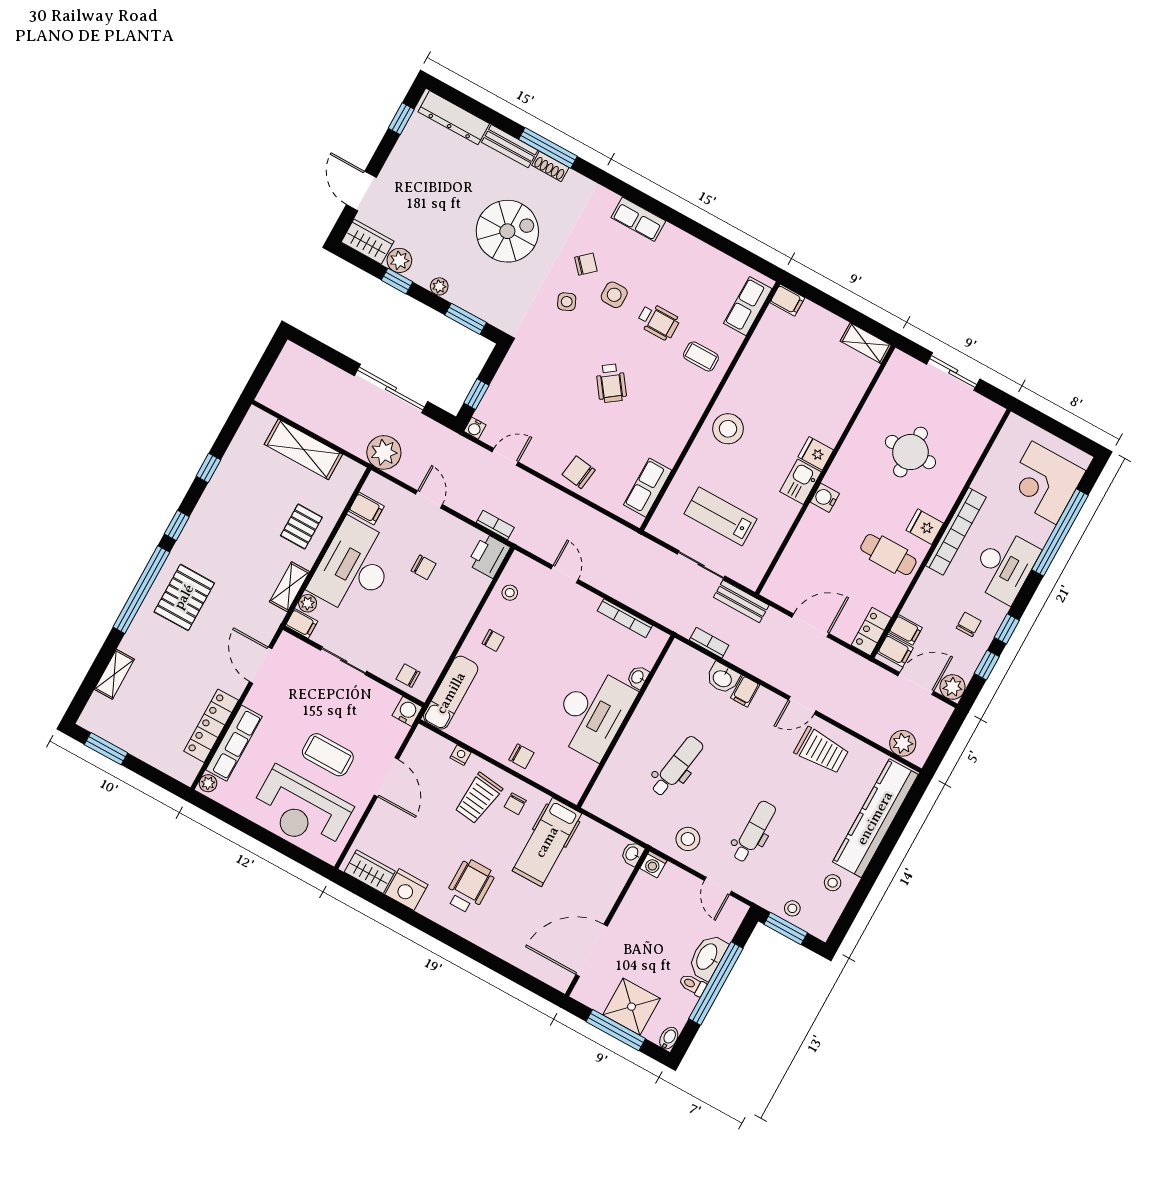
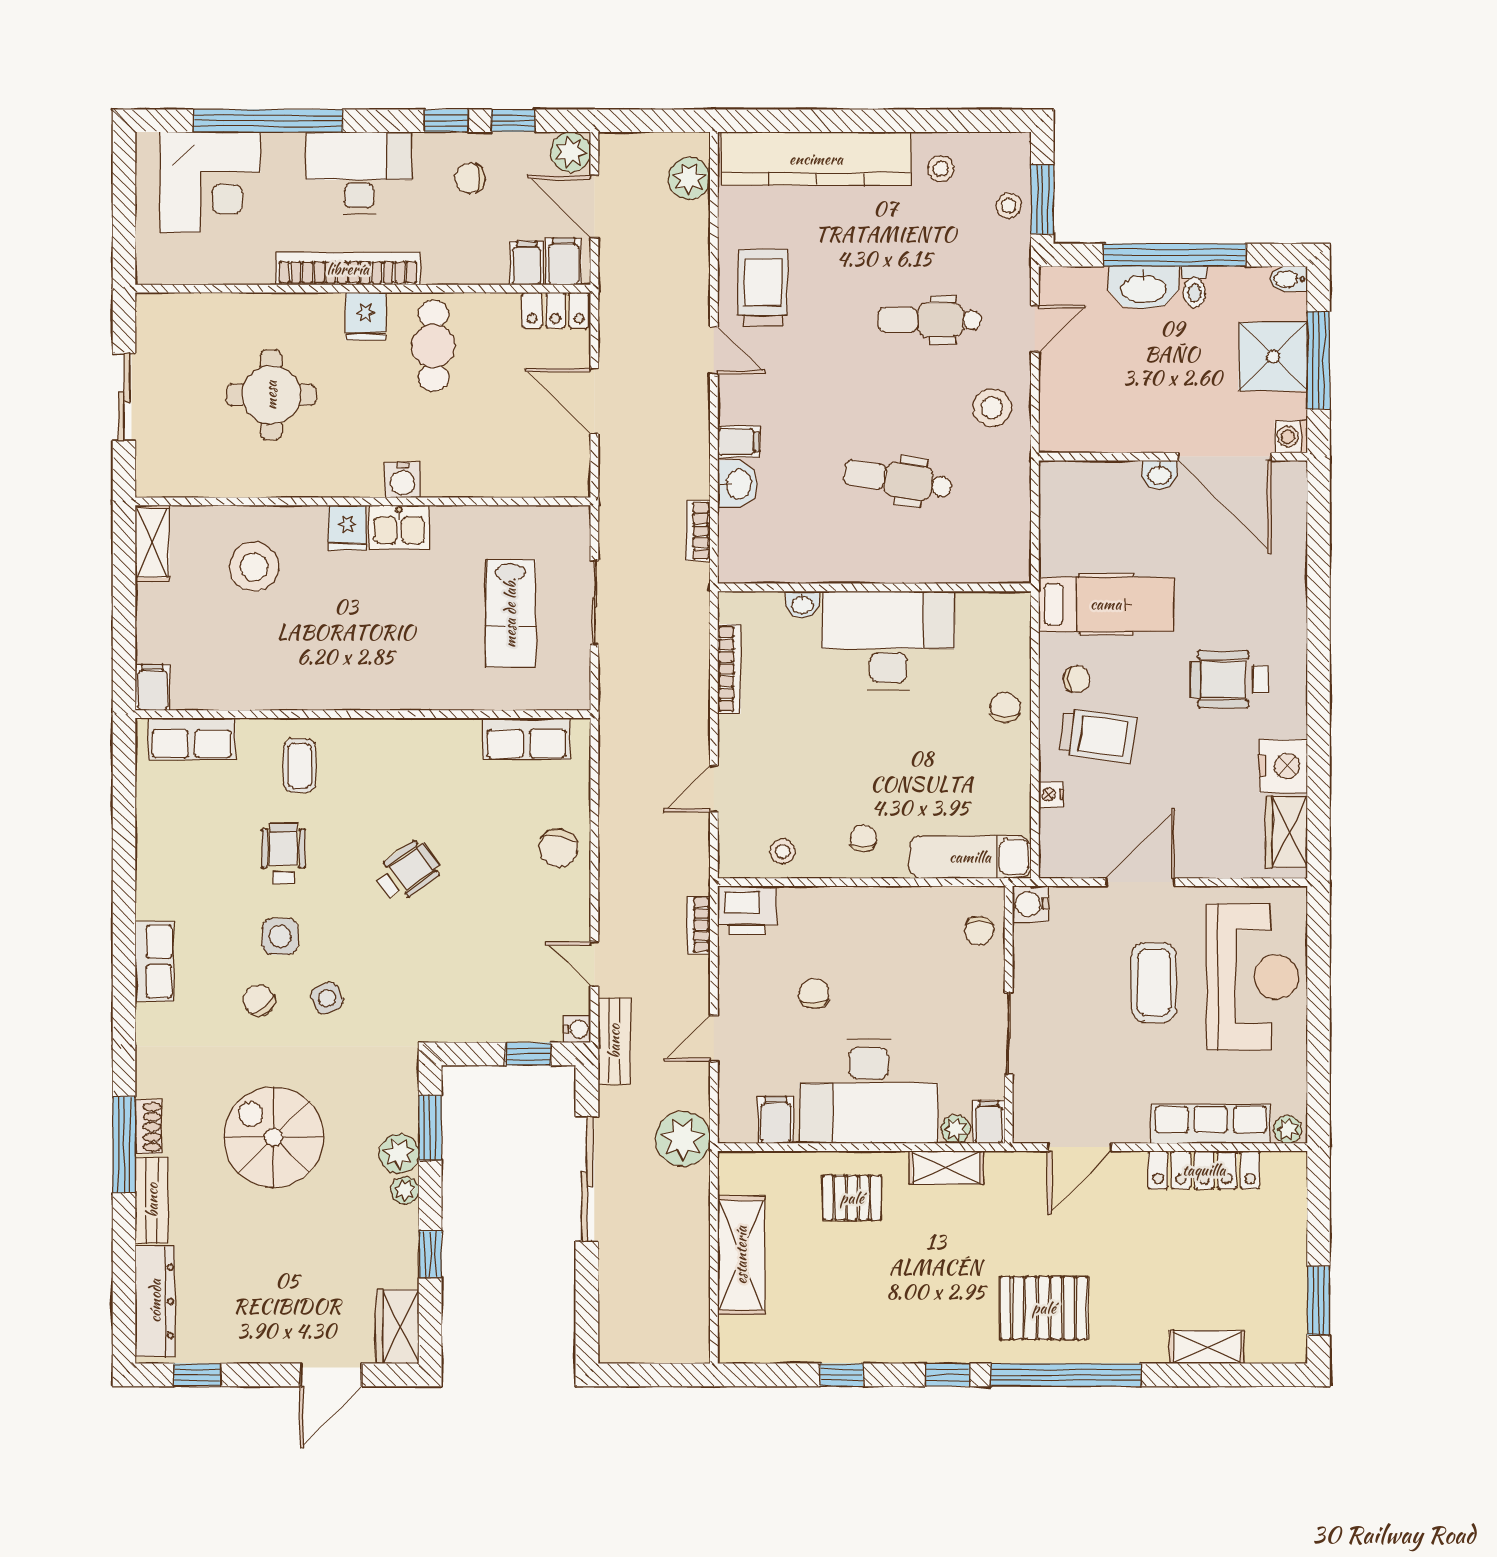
plant: (399, 260) -> (399, 1154), moved
stool: (728, 429) -> (254, 567), moved
bench: (741, 601) -> (614, 1041), moved
washbasin: (632, 854) -> (1159, 475), moved
washing machine: (653, 864) -> (1291, 437), moved, turned 180

